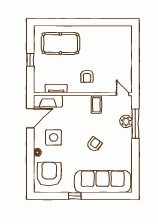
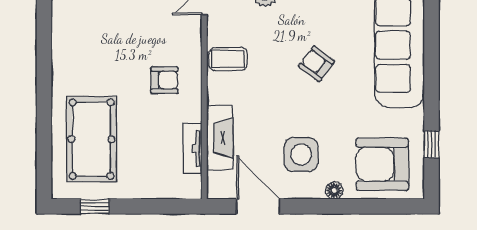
window: (30, 60) -> (95, 206), moved
fireplace: (48, 101) -> (220, 138), moved
window: (75, 196) -> (431, 144), moved

